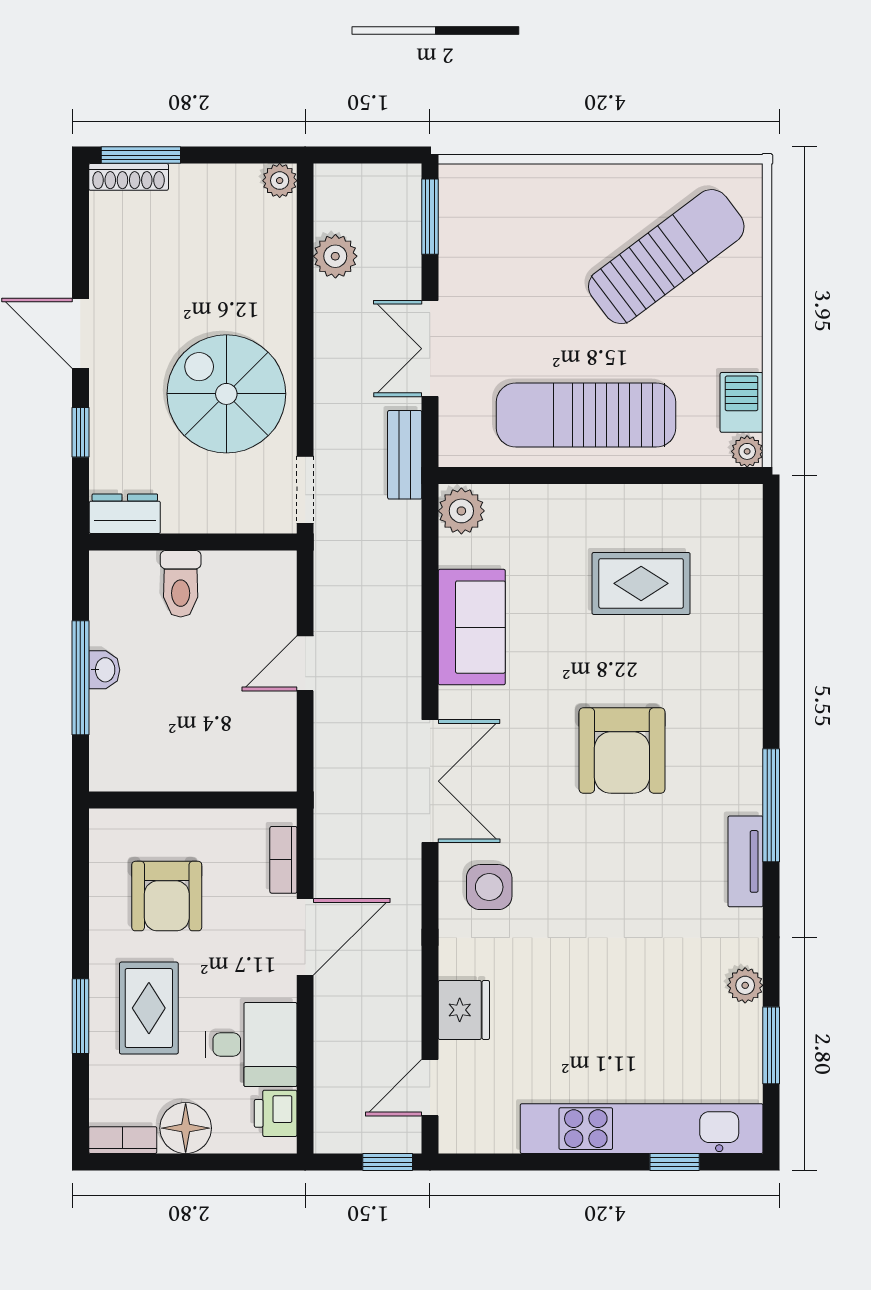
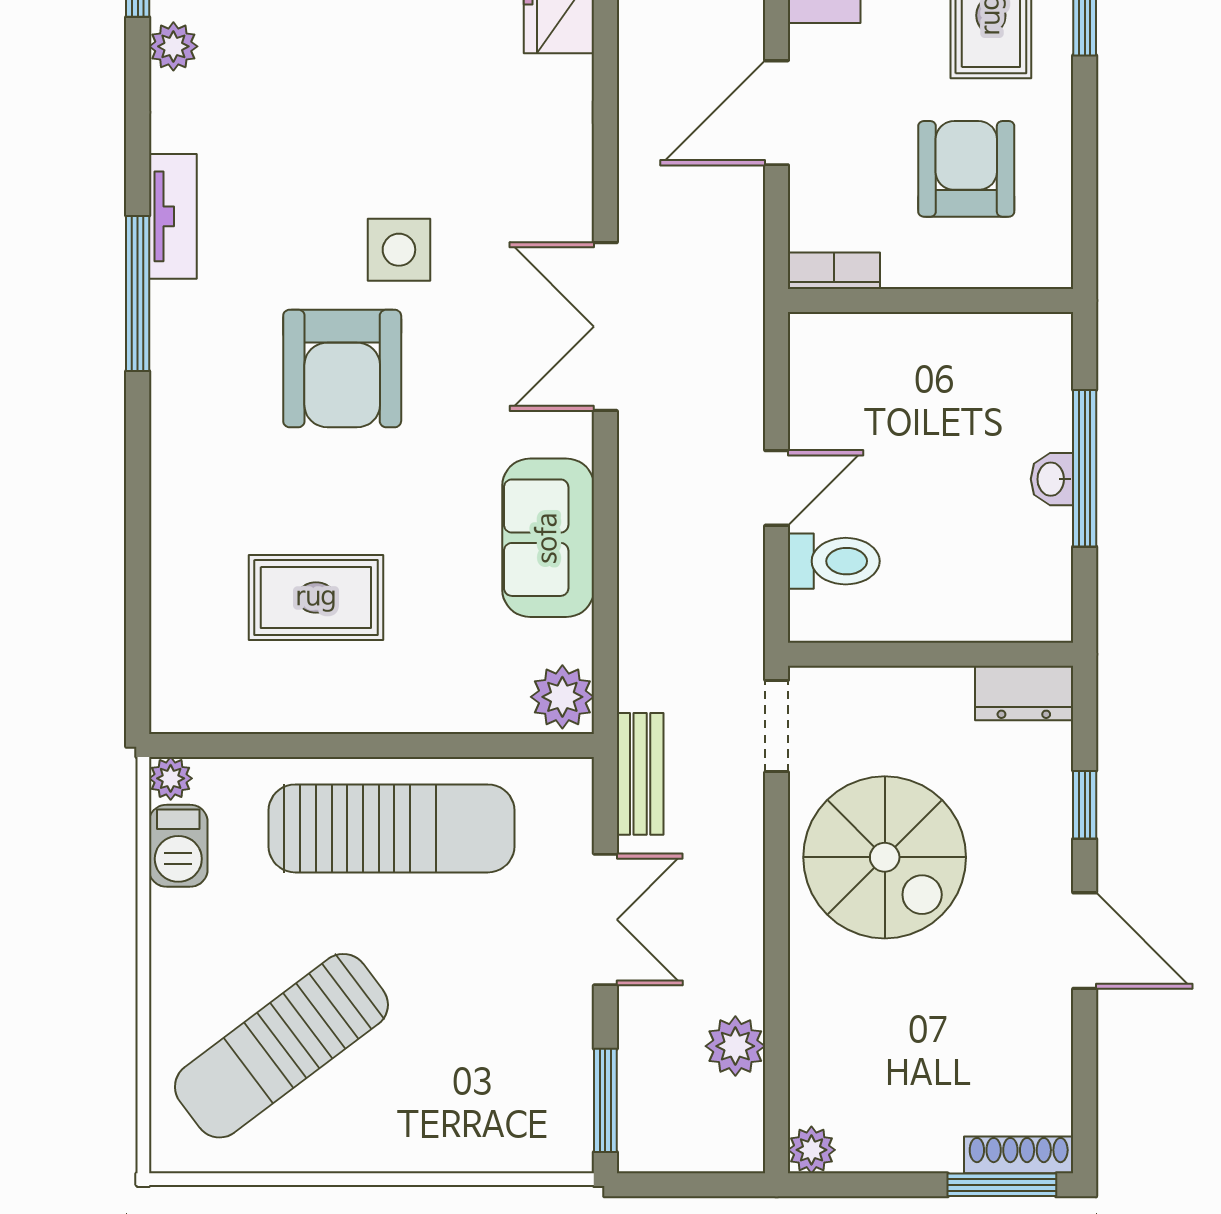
toilet: (181, 584) -> (834, 561), moved, turned 90
armchair: (622, 750) -> (342, 368), turned 180
bookcase: (283, 860) -> (834, 271), moved, turned -90
side table: (489, 887) -> (399, 250), moved

